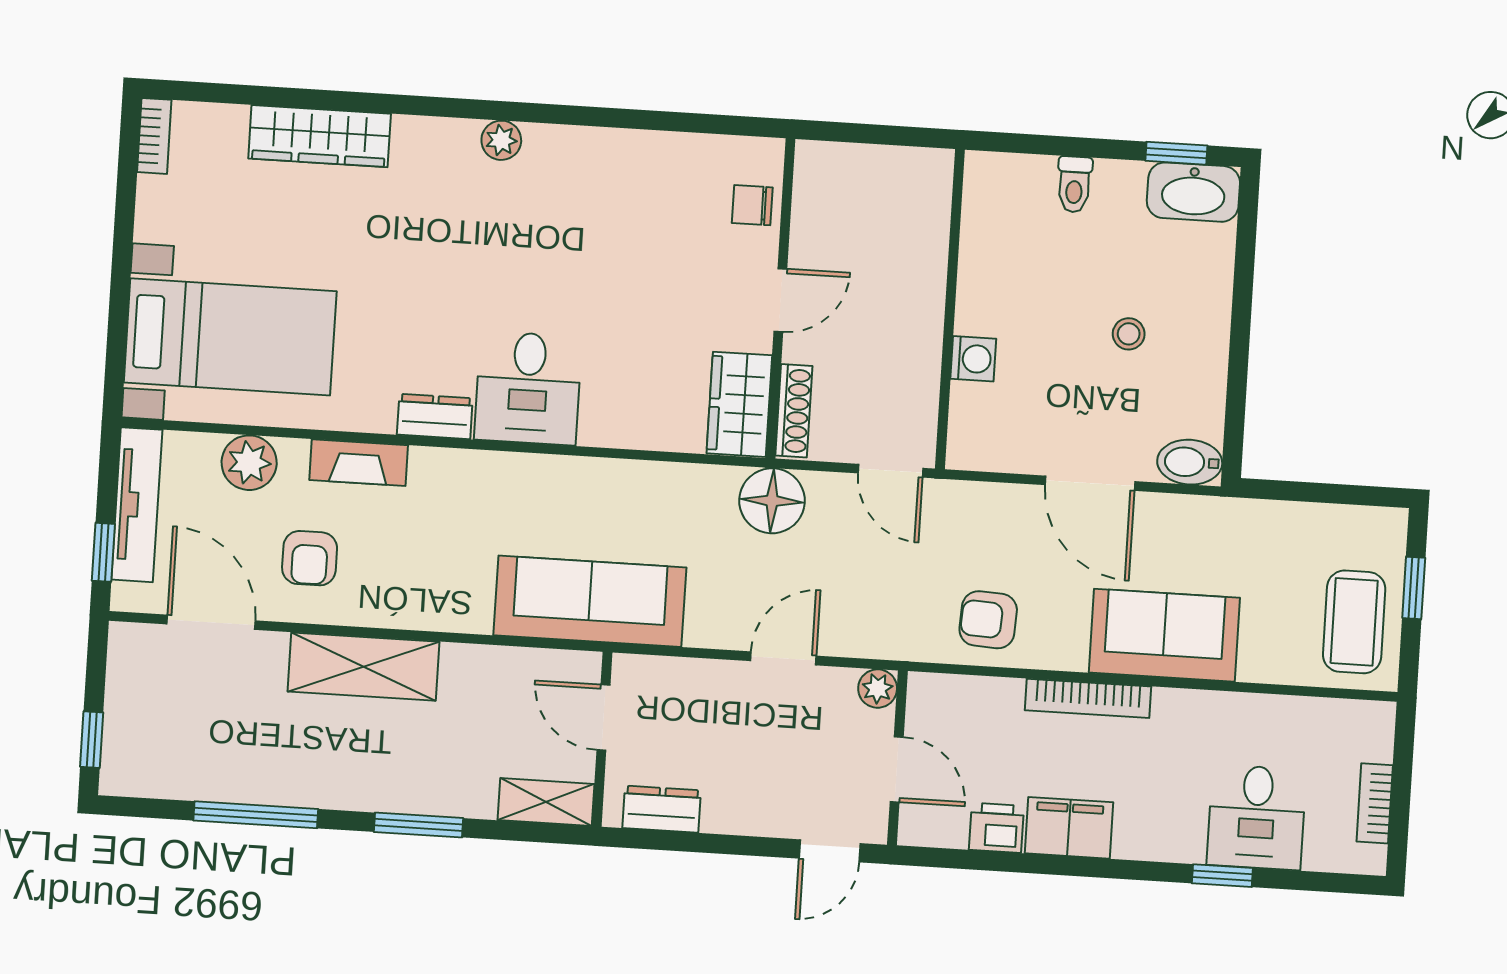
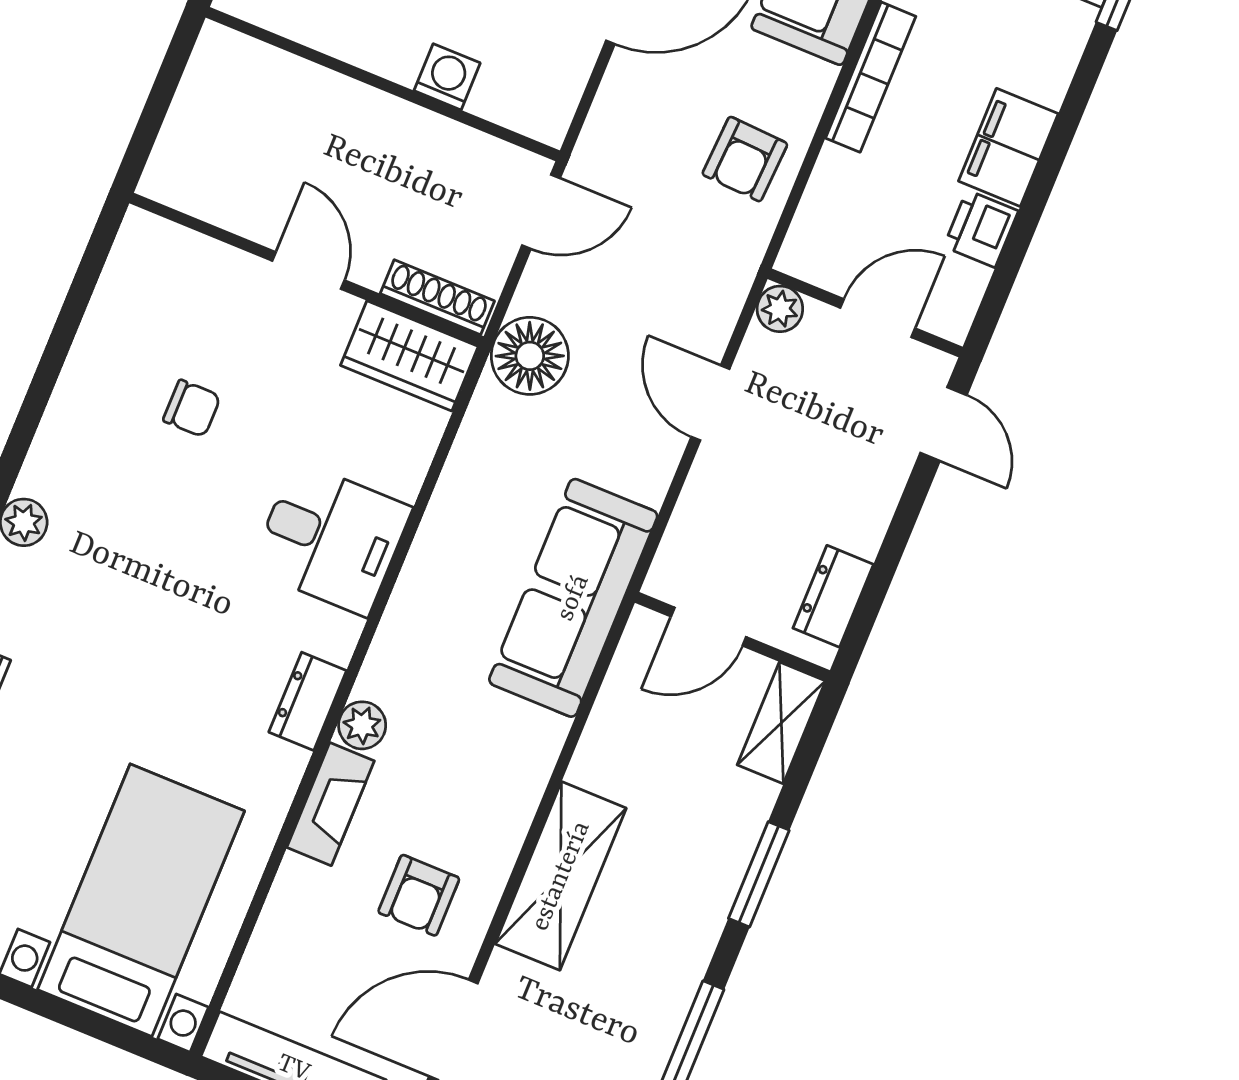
chair: (752, 205) -> (192, 408), moved, turned -90
desk: (528, 388) -> (331, 538), moved
plant: (249, 463) -> (362, 725), moved, width x0.73, depth x0.73
armchair: (310, 558) -> (419, 895), turned 90

